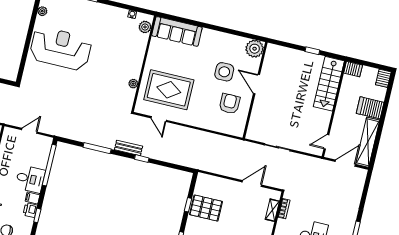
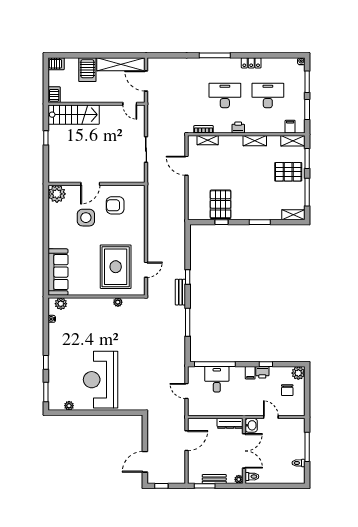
desk: (30, 179) -> (217, 379), moved

